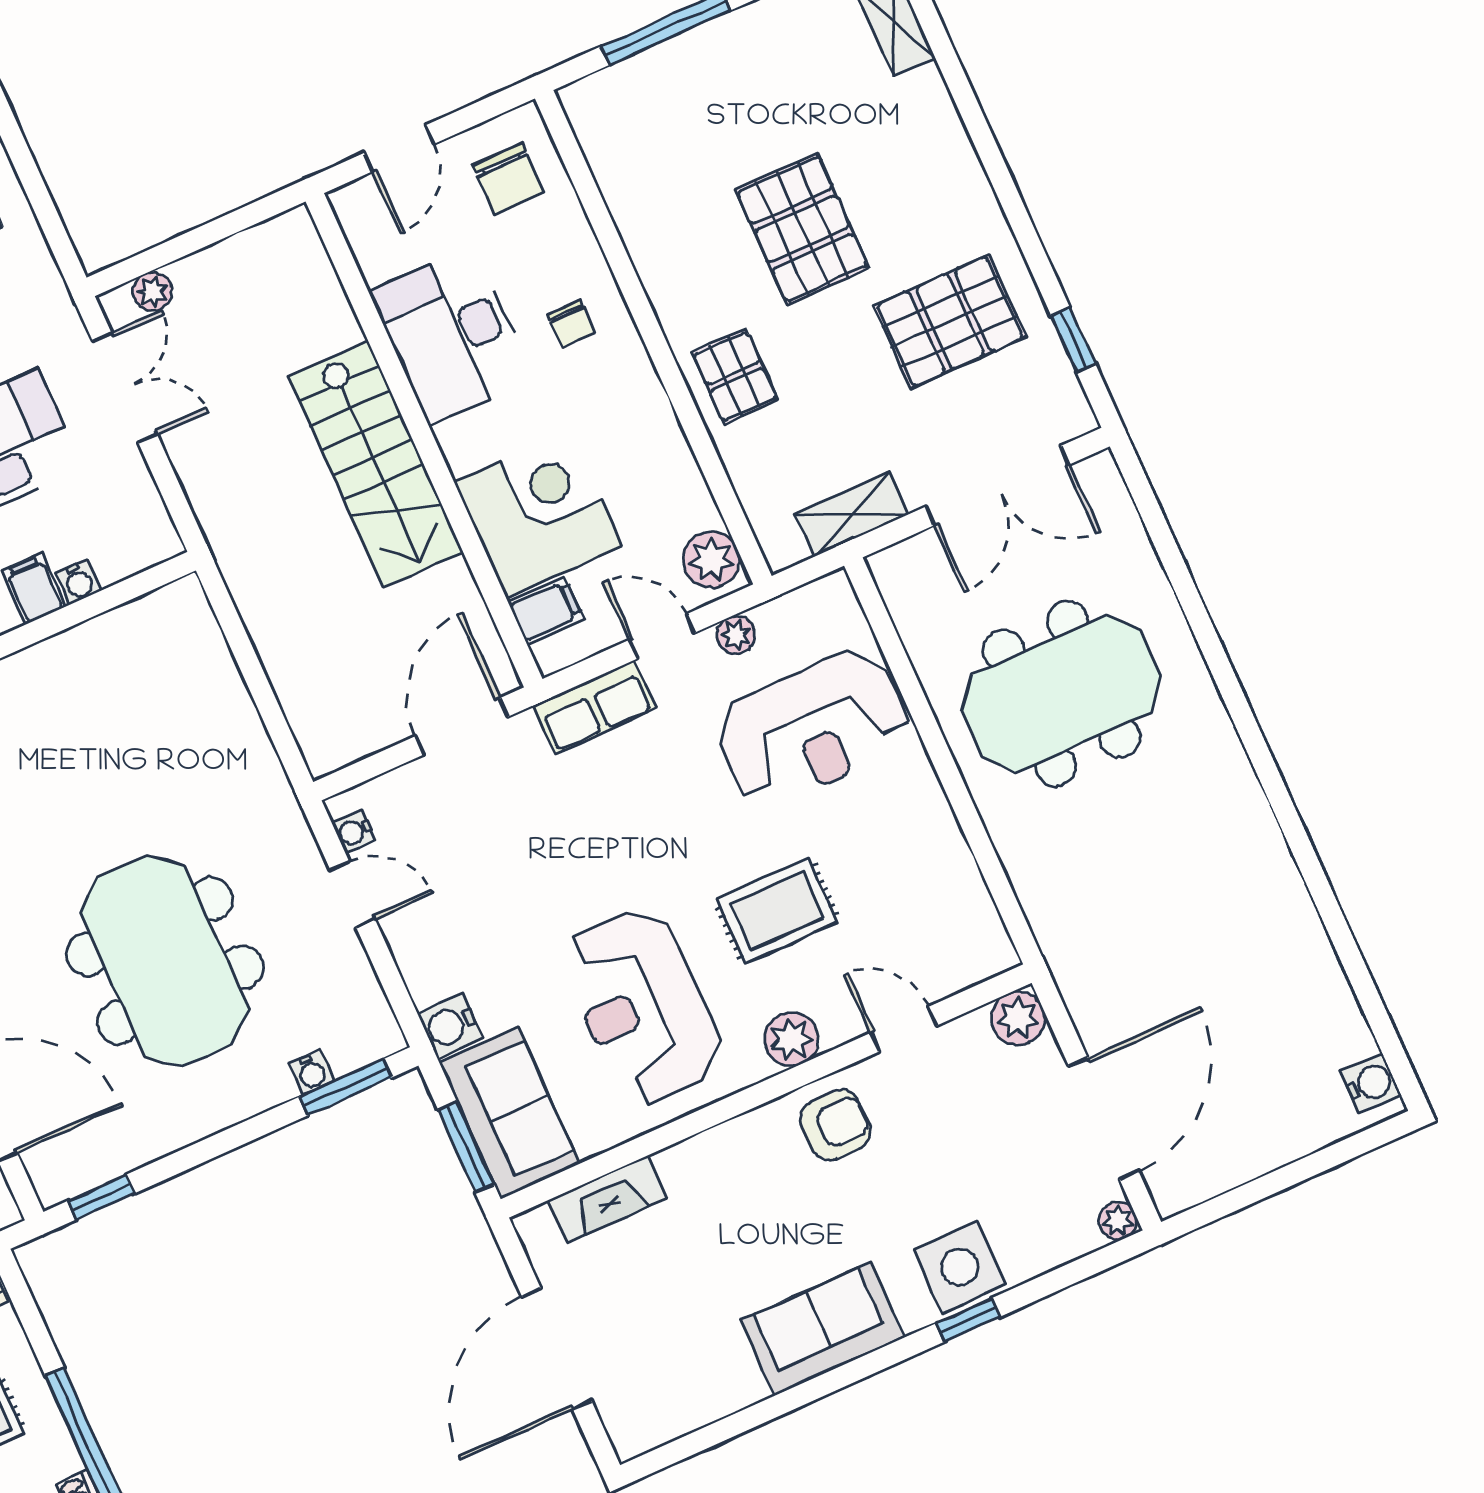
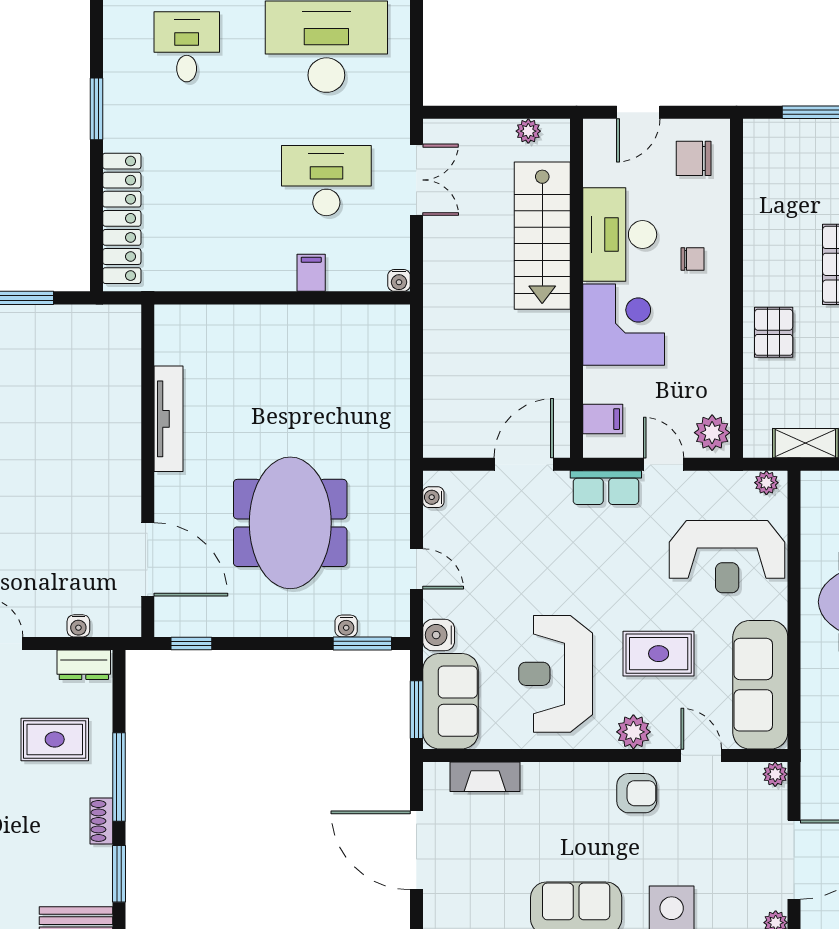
chair: (508, 179) -> (694, 158), turned 90
plant: (152, 292) -> (528, 131), moved
chair: (571, 324) -> (692, 259), turned -90
stairs: (376, 464) -> (542, 236), moved
corner desk: (538, 514) -> (624, 325), moved
water cooler: (78, 582) -> (399, 280), moved
plant: (736, 635) -> (766, 483), moved
sofa: (943, 890) -> (760, 685), added
door: (353, 895) -> (416, 569), moved
plant: (1018, 1018) -> (775, 774), width x0.73, depth x0.73
door: (557, 1349) -> (416, 850), hinge flipped

